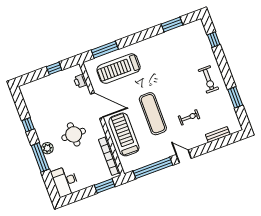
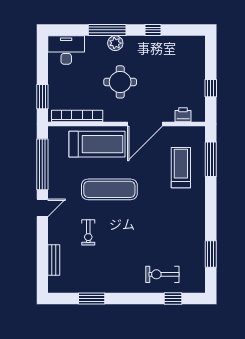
treadmill: (119, 69) -> (181, 168), width x0.73, depth x0.73
exercise bike: (208, 79) -> (162, 274), moved

